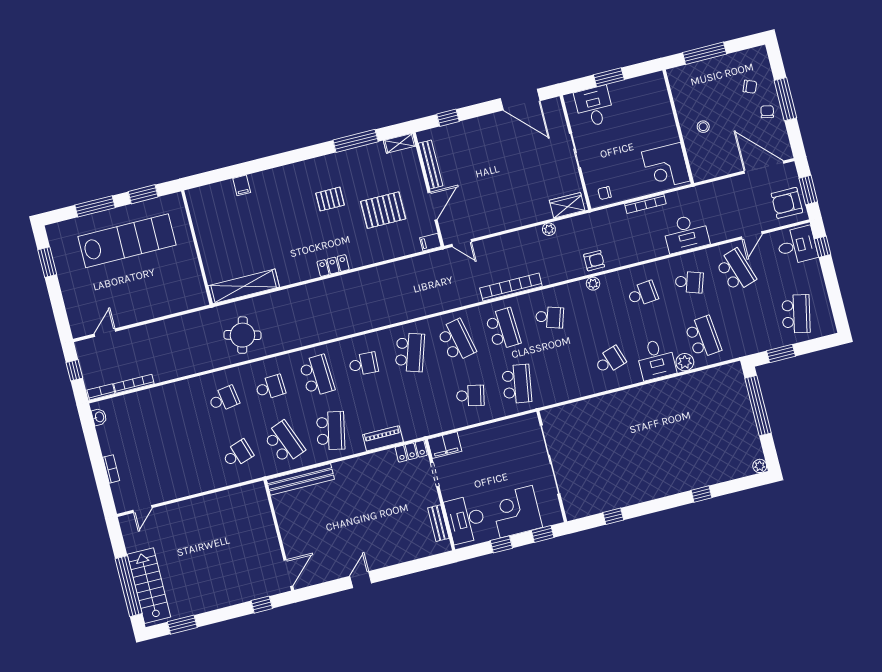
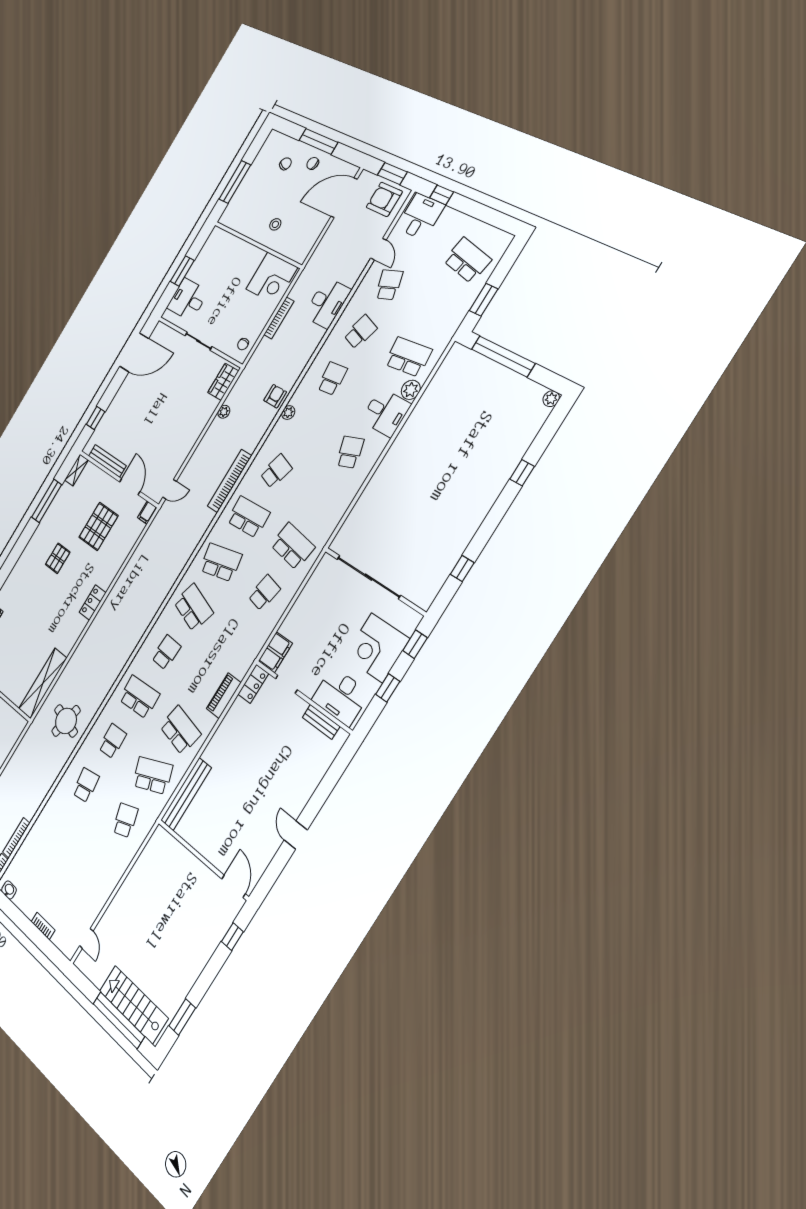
armchair: (787, 203) -> (384, 199), turned 90
school desk: (736, 270) -> (389, 285), width x0.54

